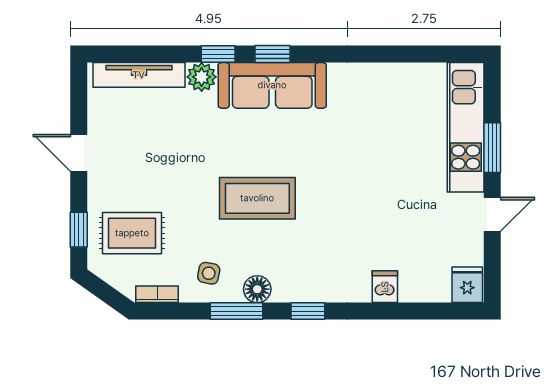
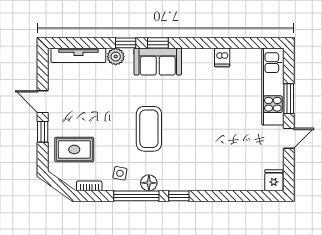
sofa: (272, 85) -> (158, 62), width x0.73
coffee table: (257, 198) -> (149, 129), turned 90
window: (79, 230) -> (43, 132), moved
dishwasher: (385, 287) -> (222, 57), moved, turned 180
window: (236, 311) -> (136, 196), width x1.44

